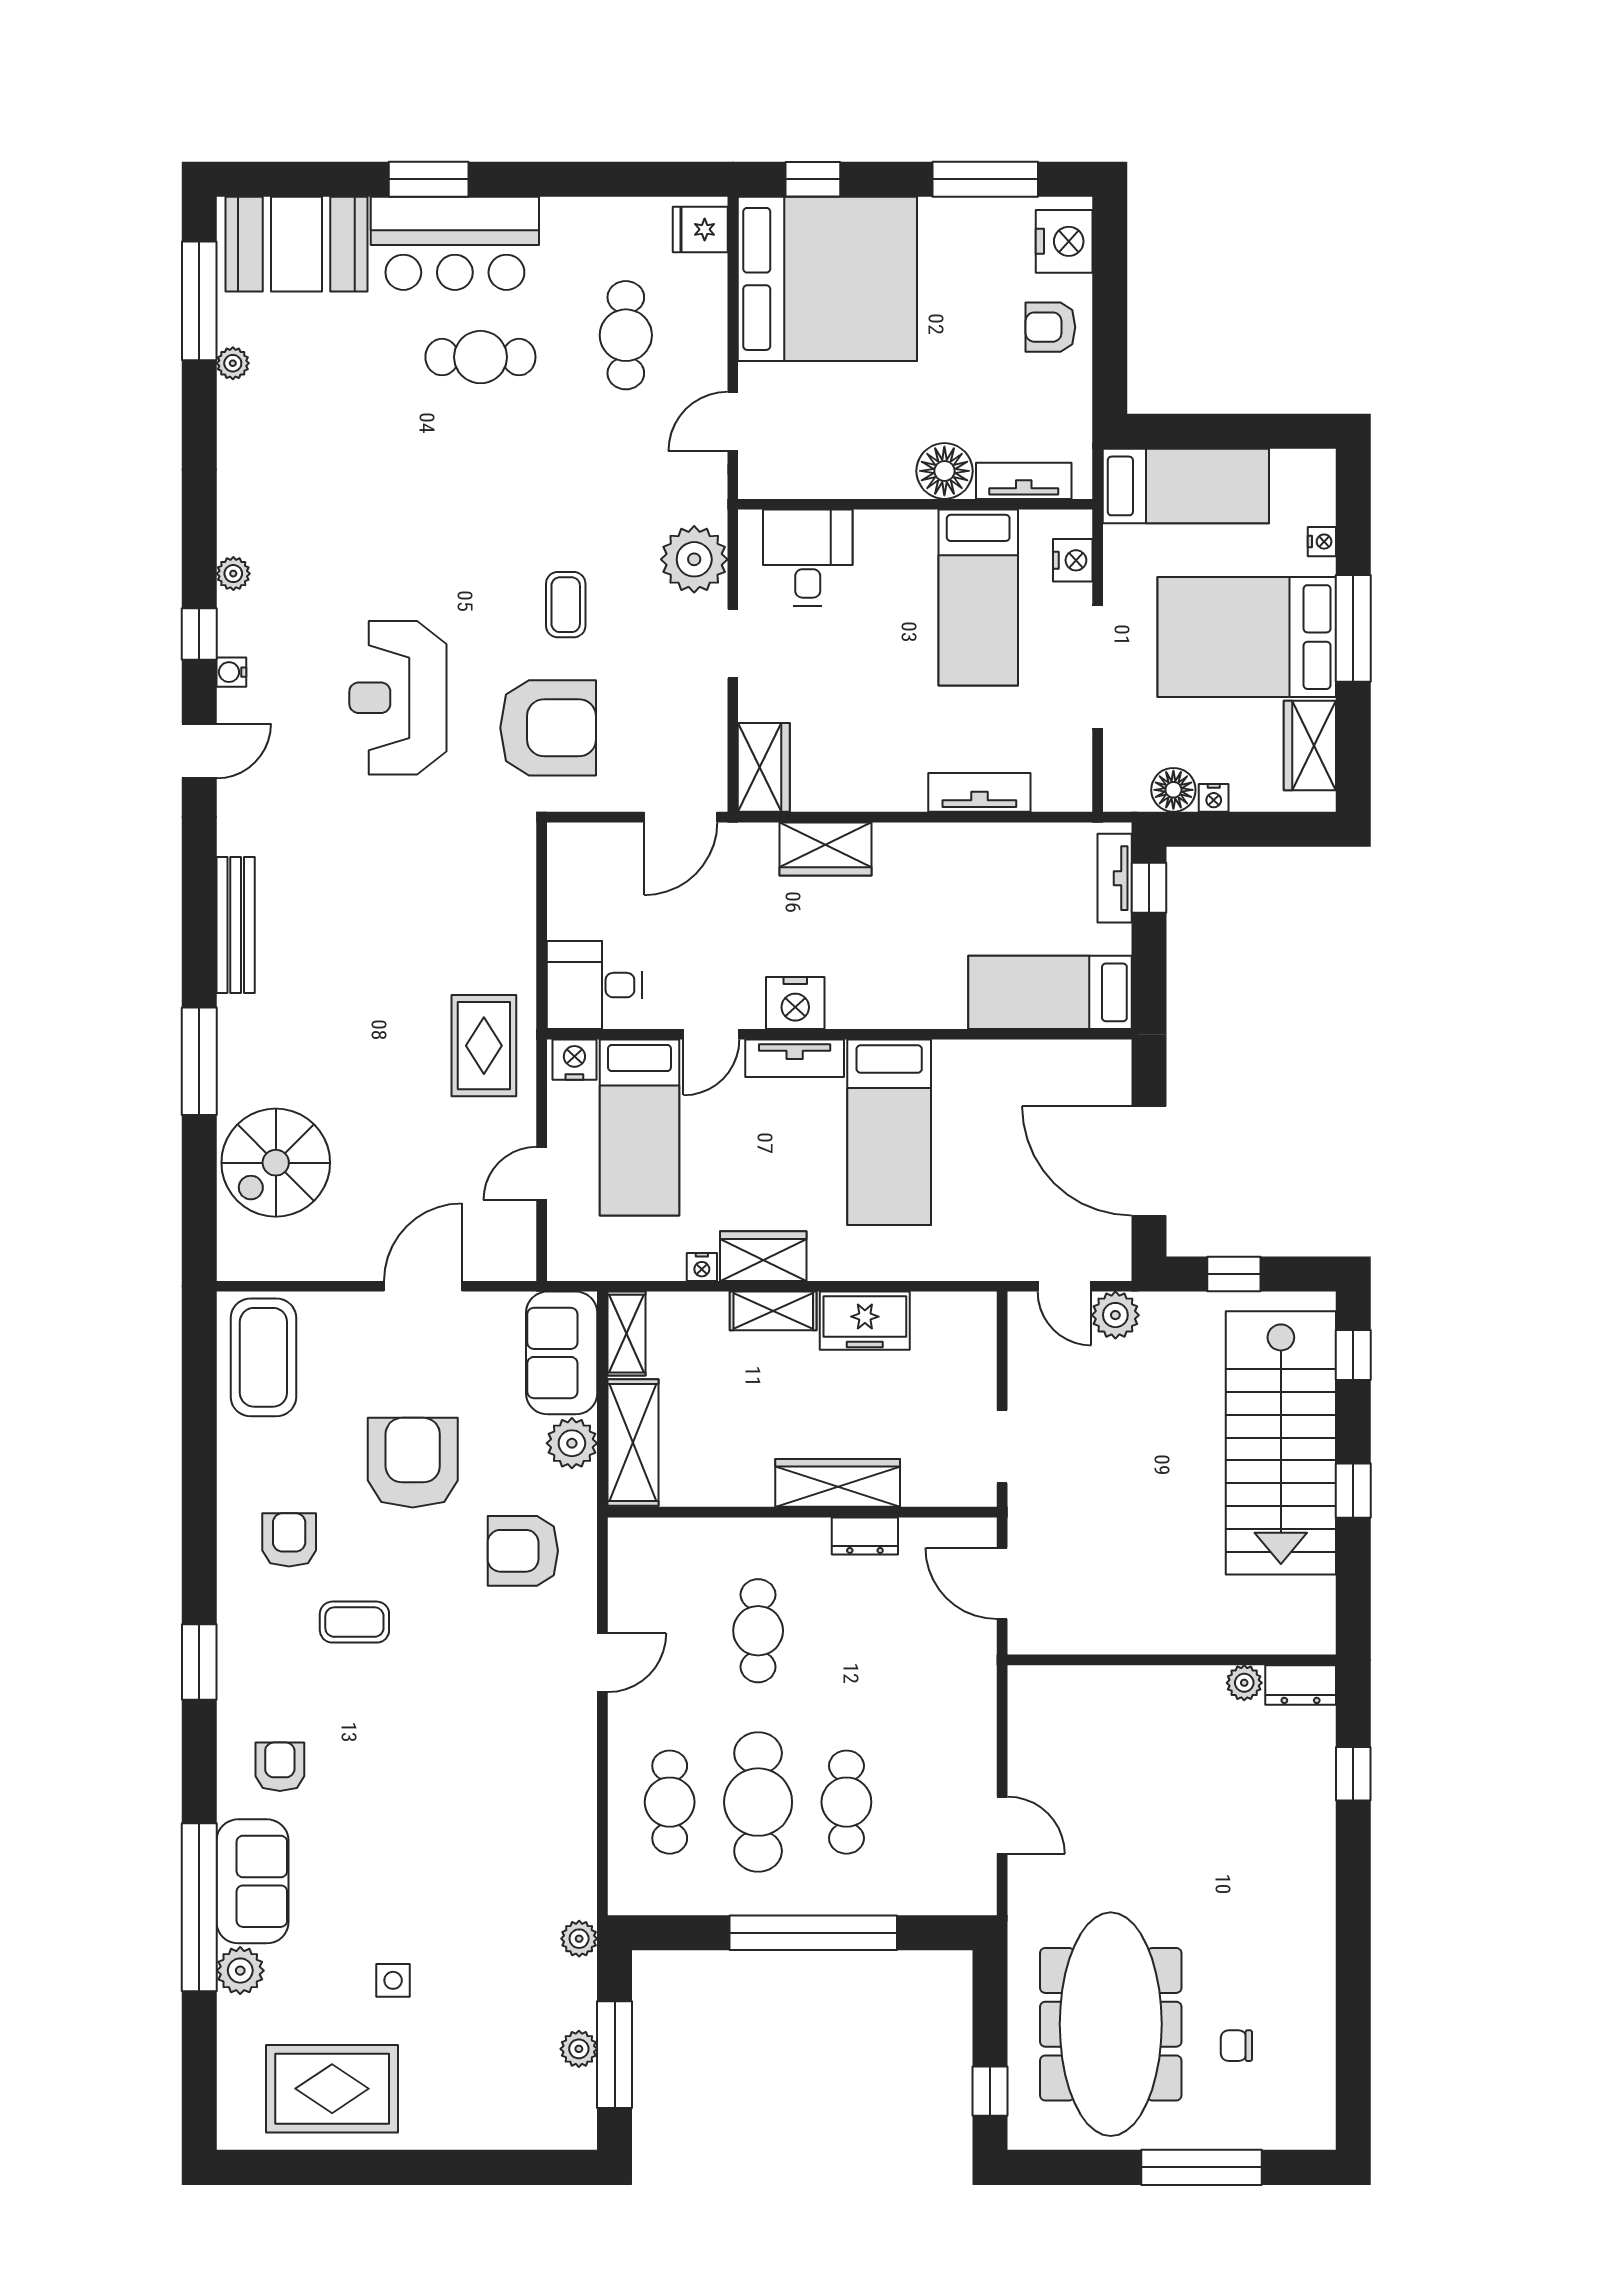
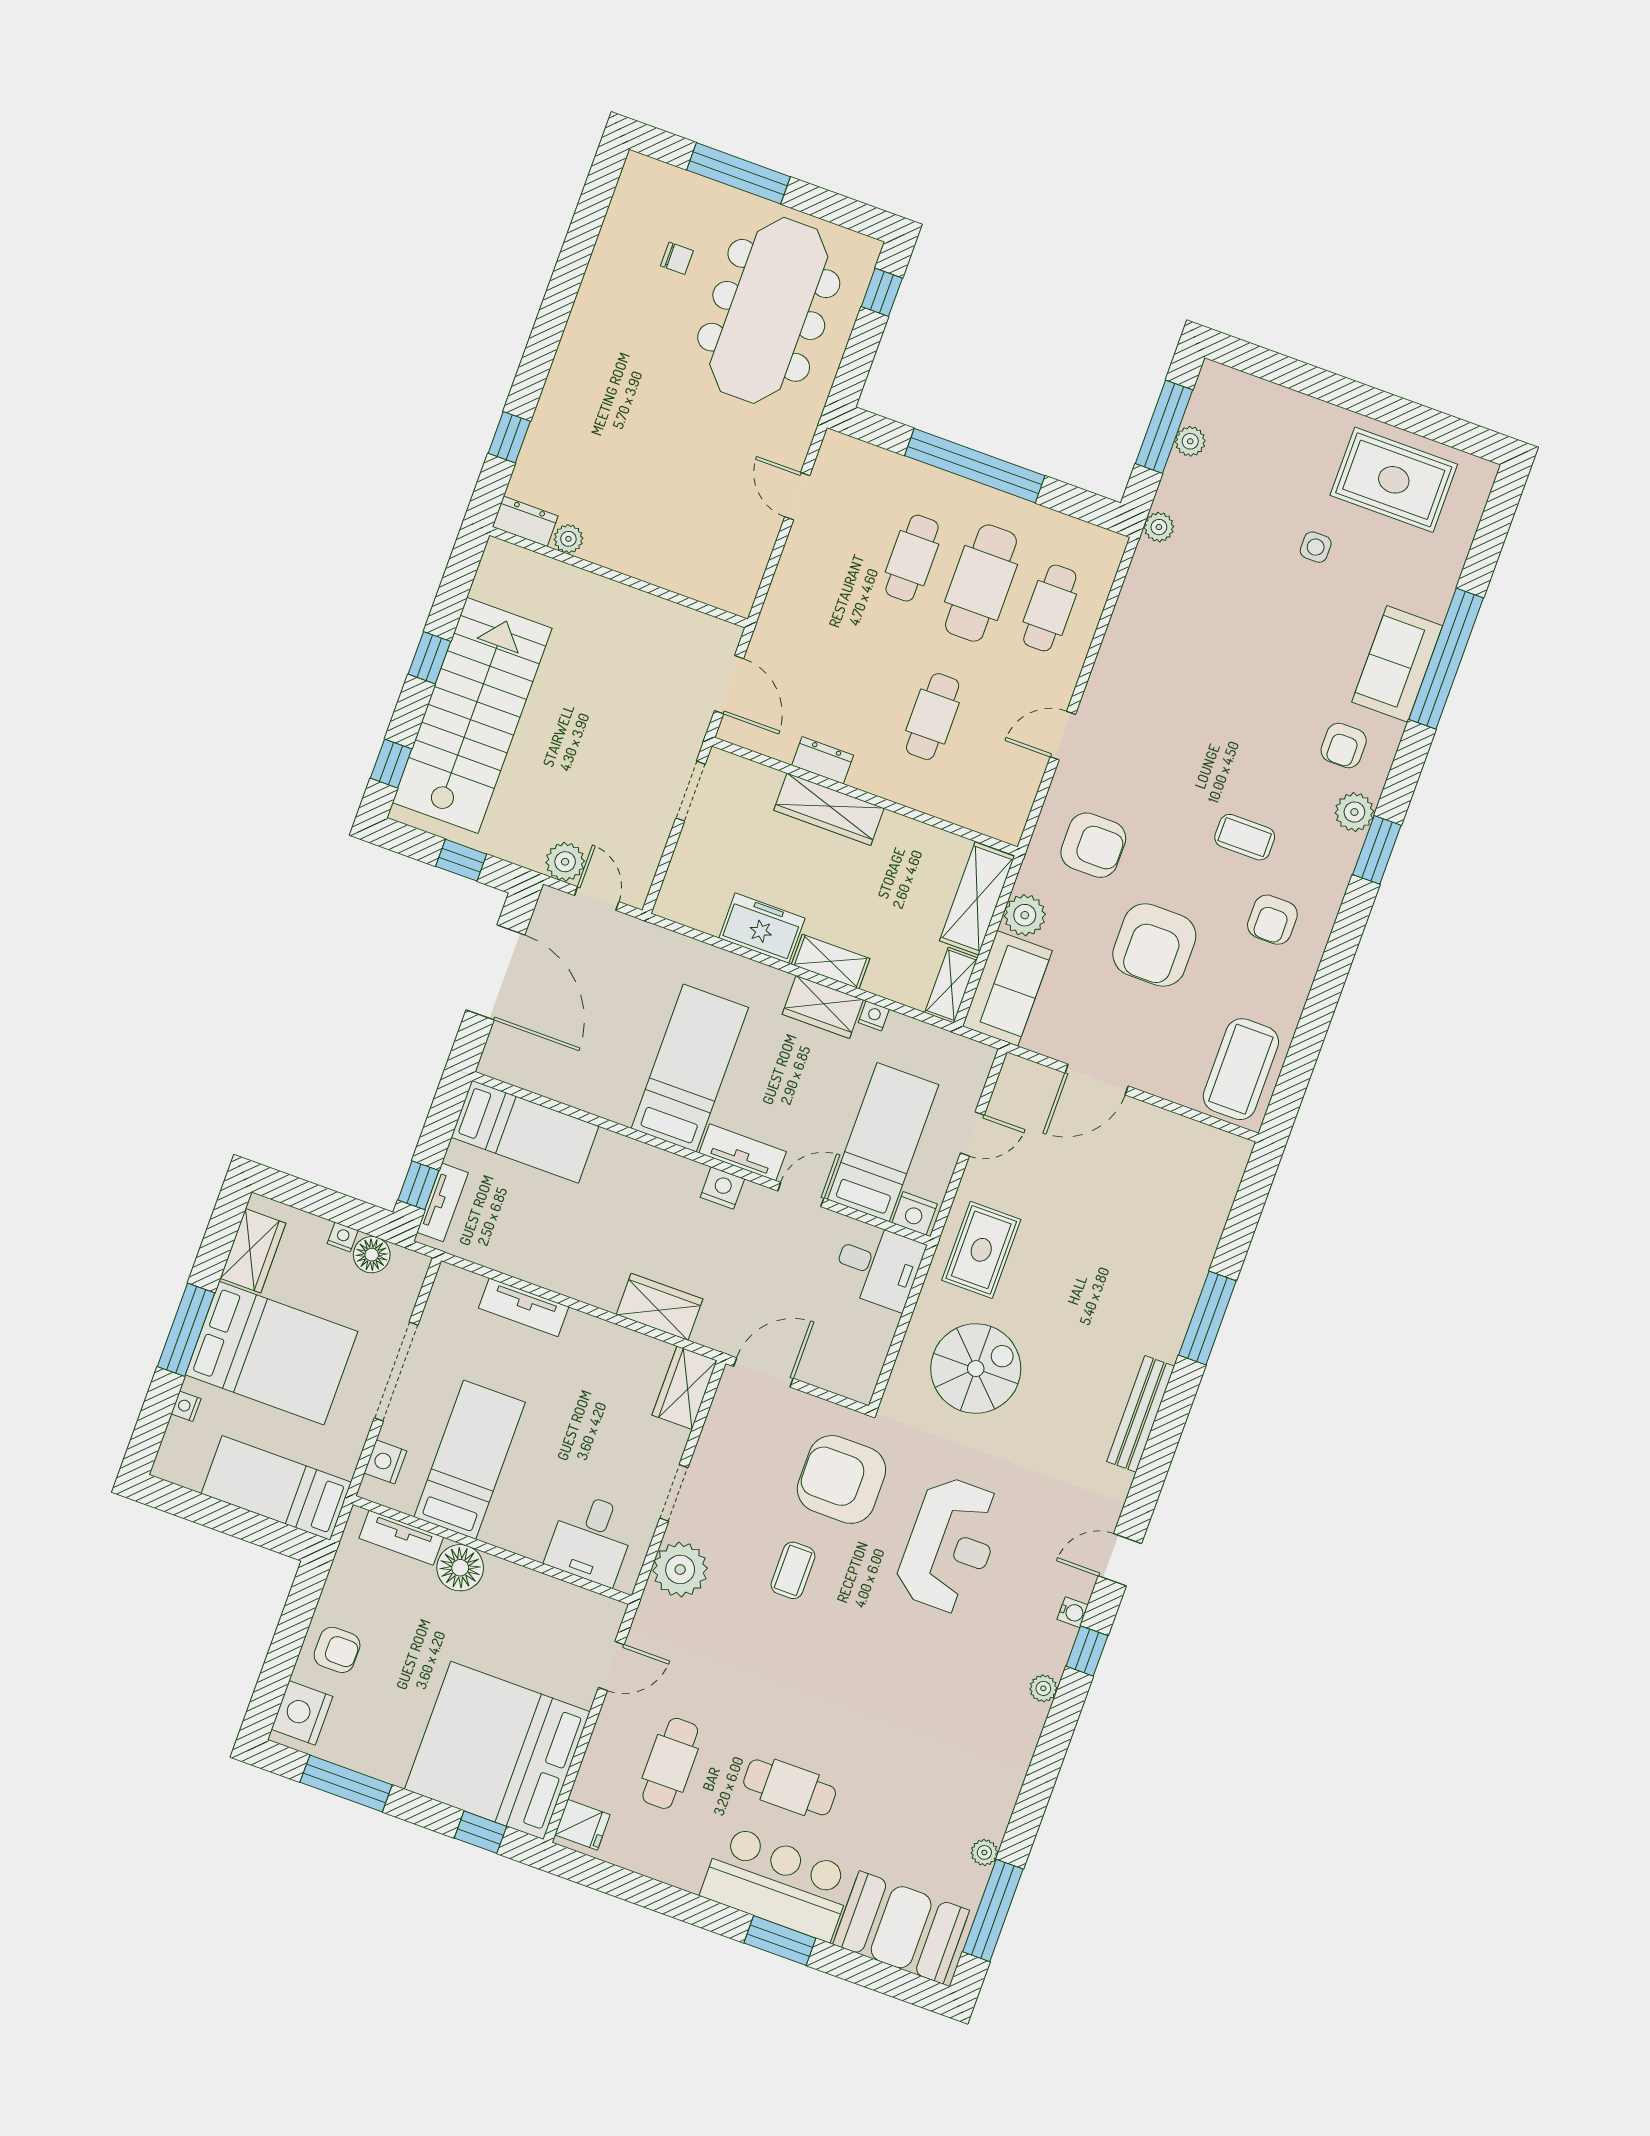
nightstand: (795, 1003) -> (722, 1188), width x0.74, depth x0.75
spiral stairs: (276, 1163) -> (976, 1369), moved
plant: (240, 1971) -> (1354, 812), moved

